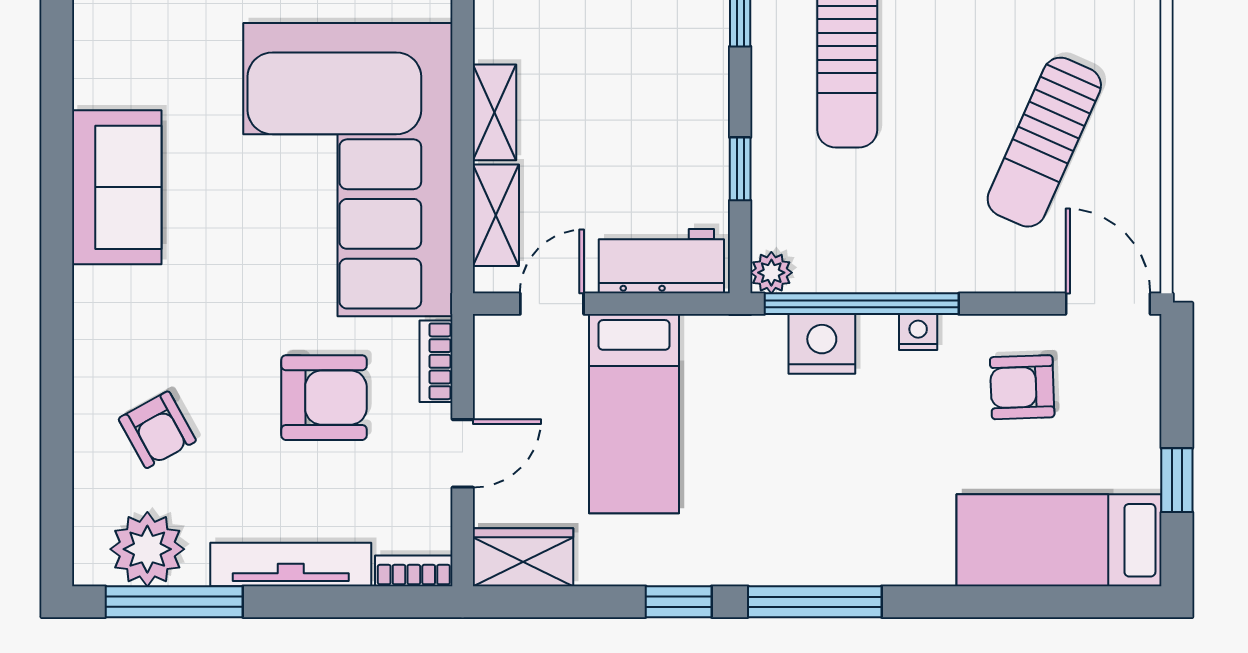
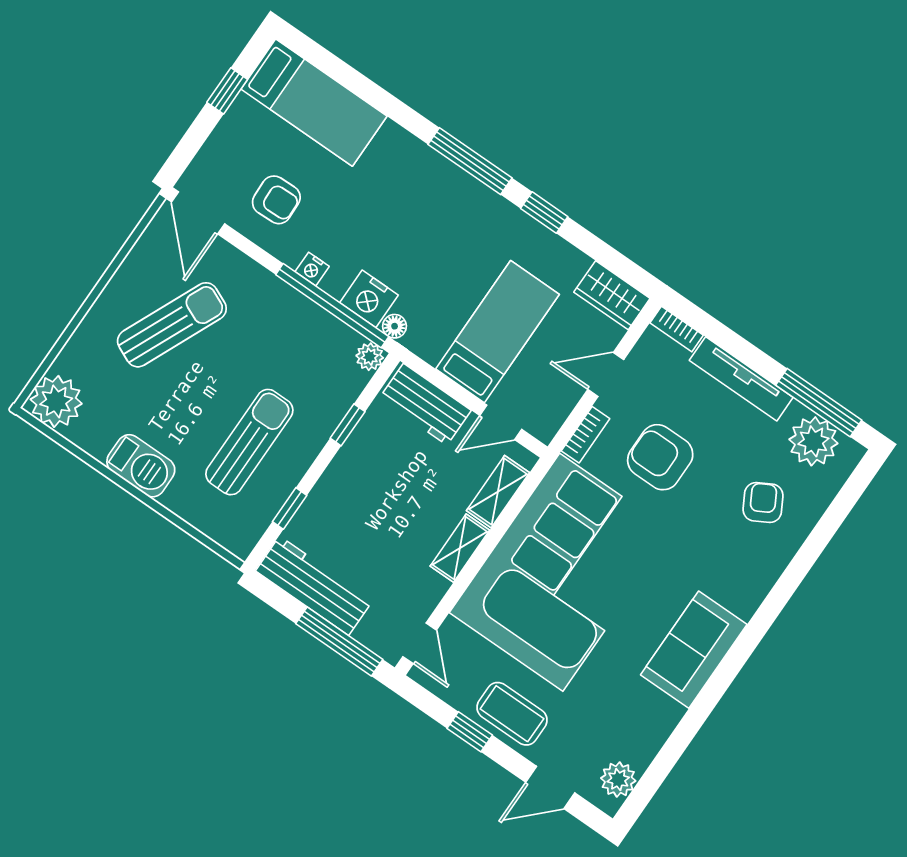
floor lamp: (767, 332) -> (395, 326), added

